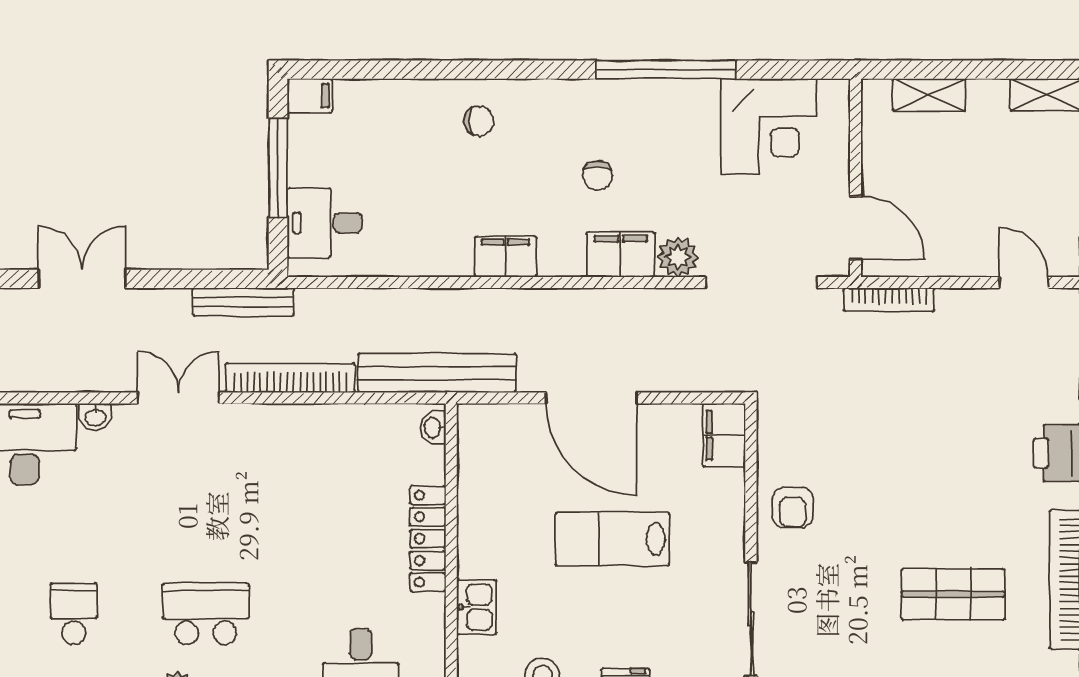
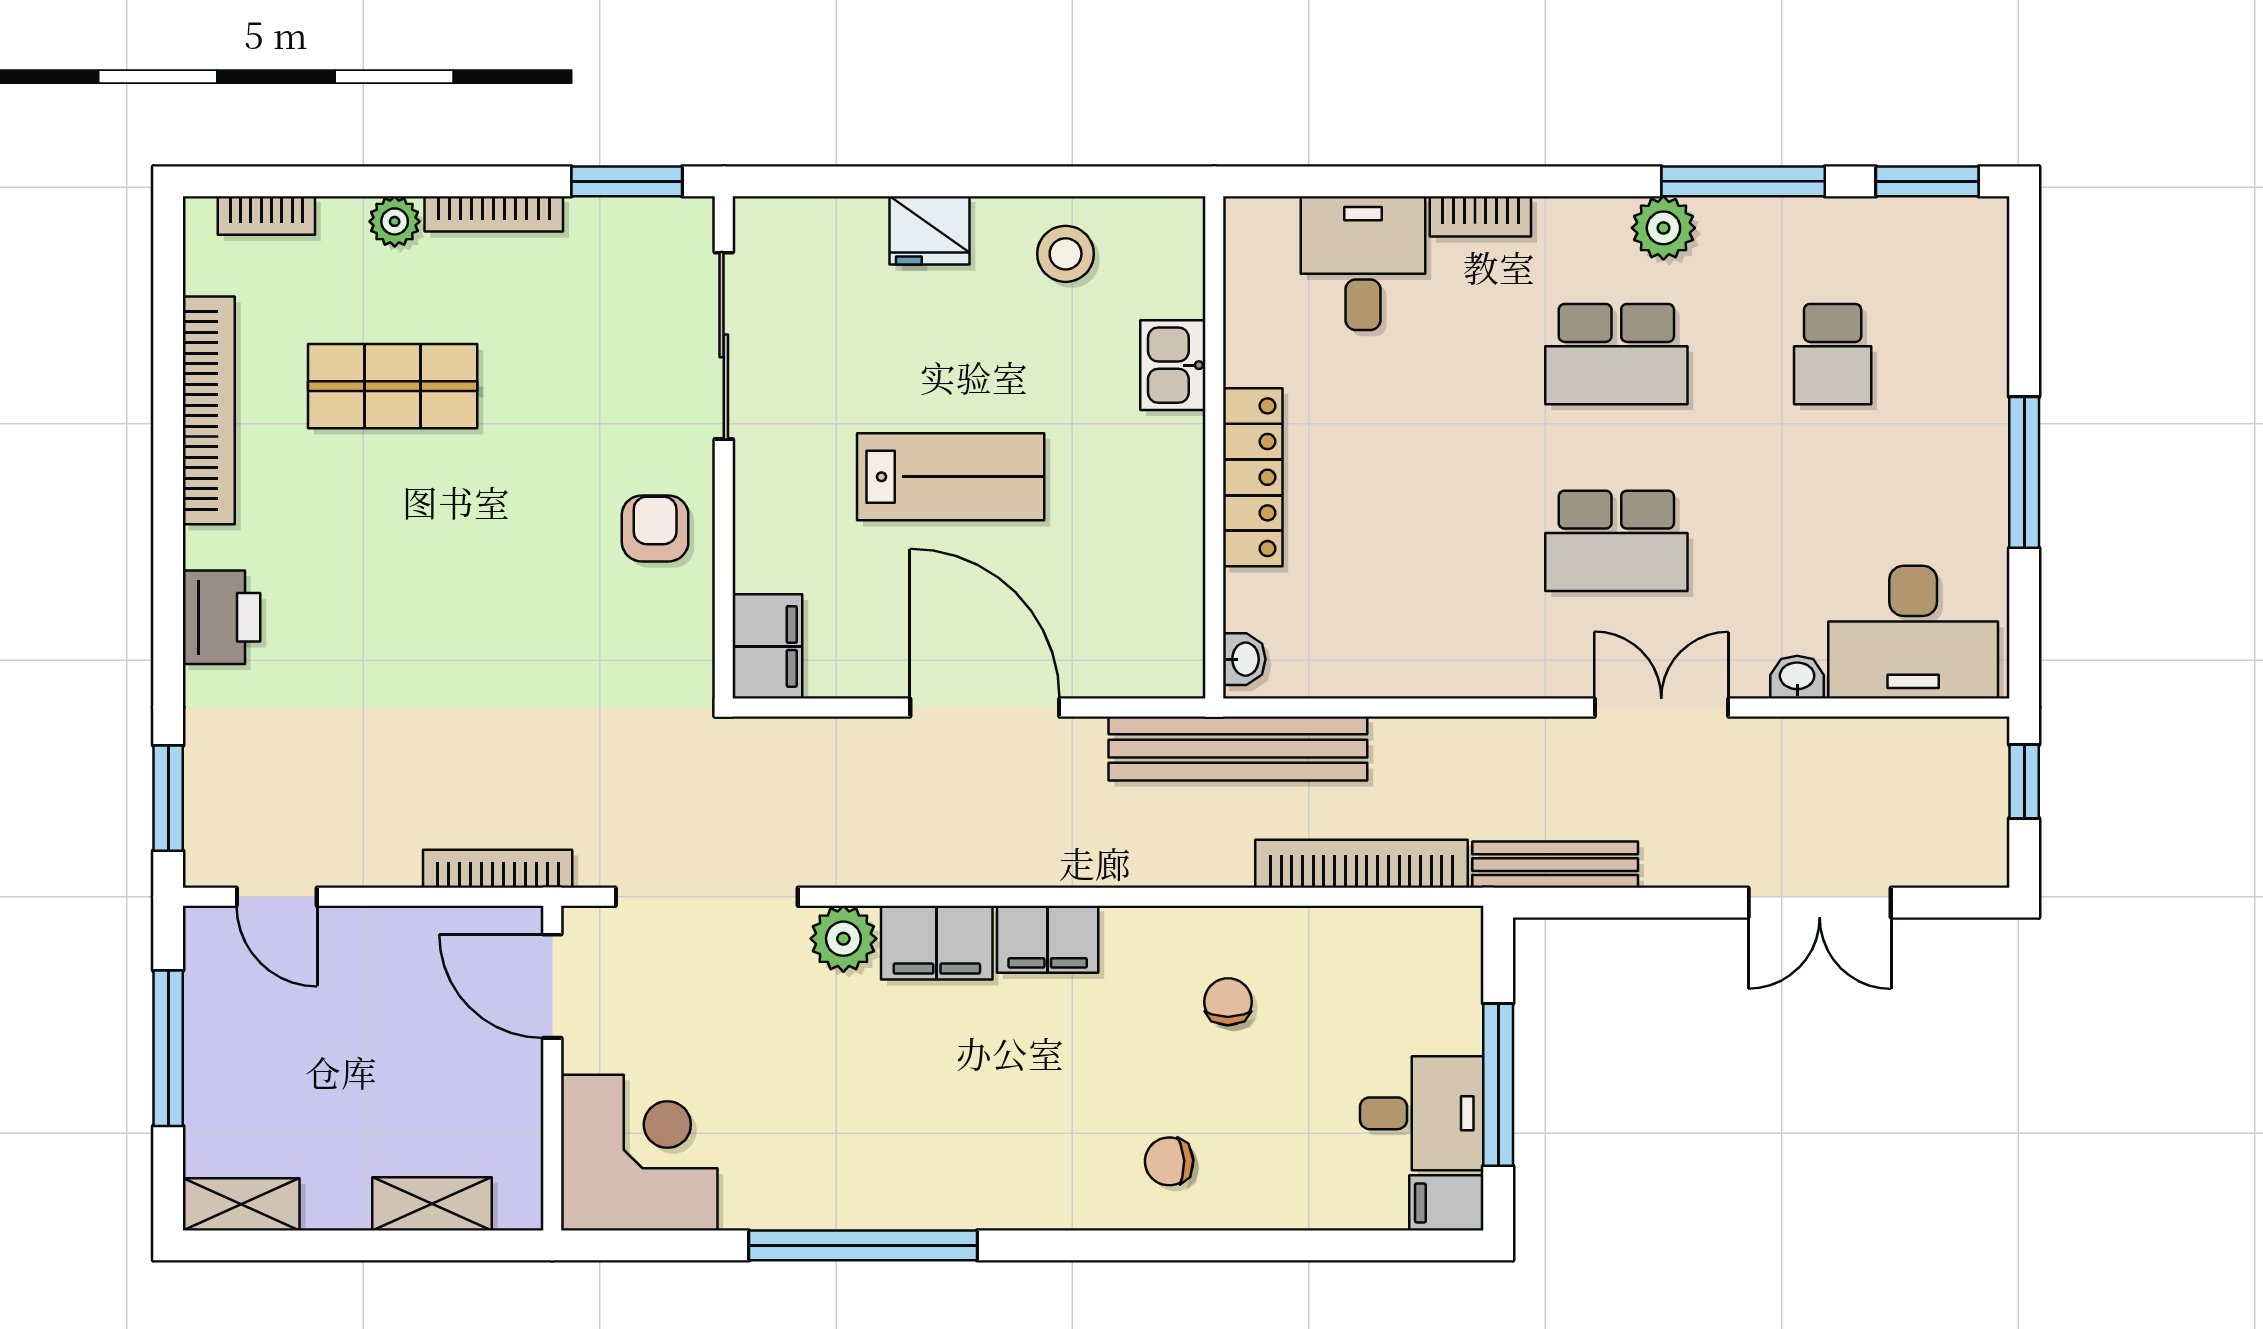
corner desk: (769, 126) -> (639, 1153), moved, turned 90
chair: (598, 176) -> (1228, 1002), moved
desk: (325, 223) -> (1422, 1113), moved
filing cabinet: (506, 257) -> (1048, 939), moved
bookcase: (290, 378) -> (1362, 864), moved, turned 180
double door: (178, 398) -> (1661, 708), swing flipped
school desk: (206, 500) -> (1616, 541), added

